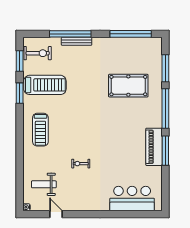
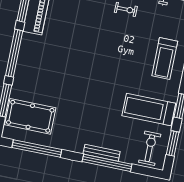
exercise bike: (38, 53) -> (150, 148), turned 90
pool table: (128, 86) -> (30, 116), moved
treadmill: (40, 130) -> (165, 59), turned 180

